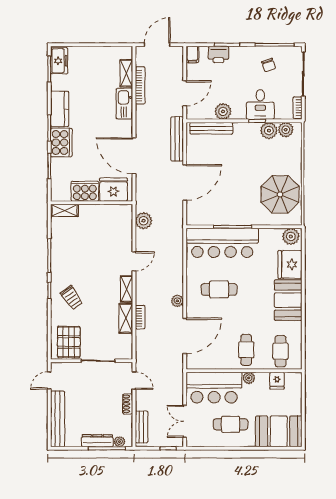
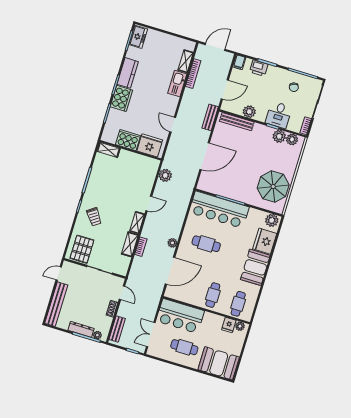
bench: (177, 139) -> (210, 117), width x0.73
door: (134, 156) -> (173, 125), width x0.53
plant: (249, 378) -> (240, 326), moved

